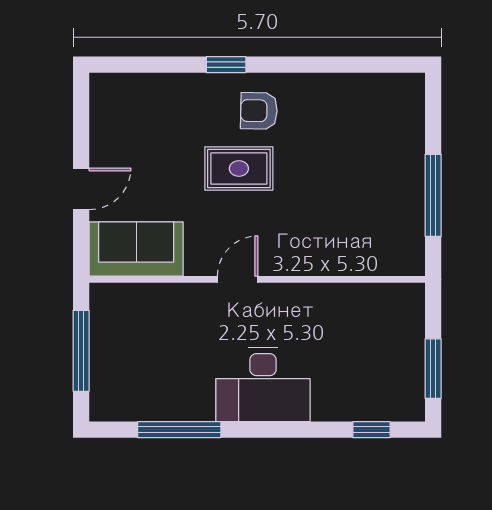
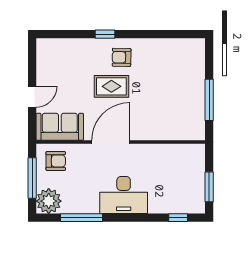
door: (238, 279) -> (111, 142), width x1.87
armchair: (128, 317) -> (56, 161), added
plant: (114, 397) -> (49, 201), added

